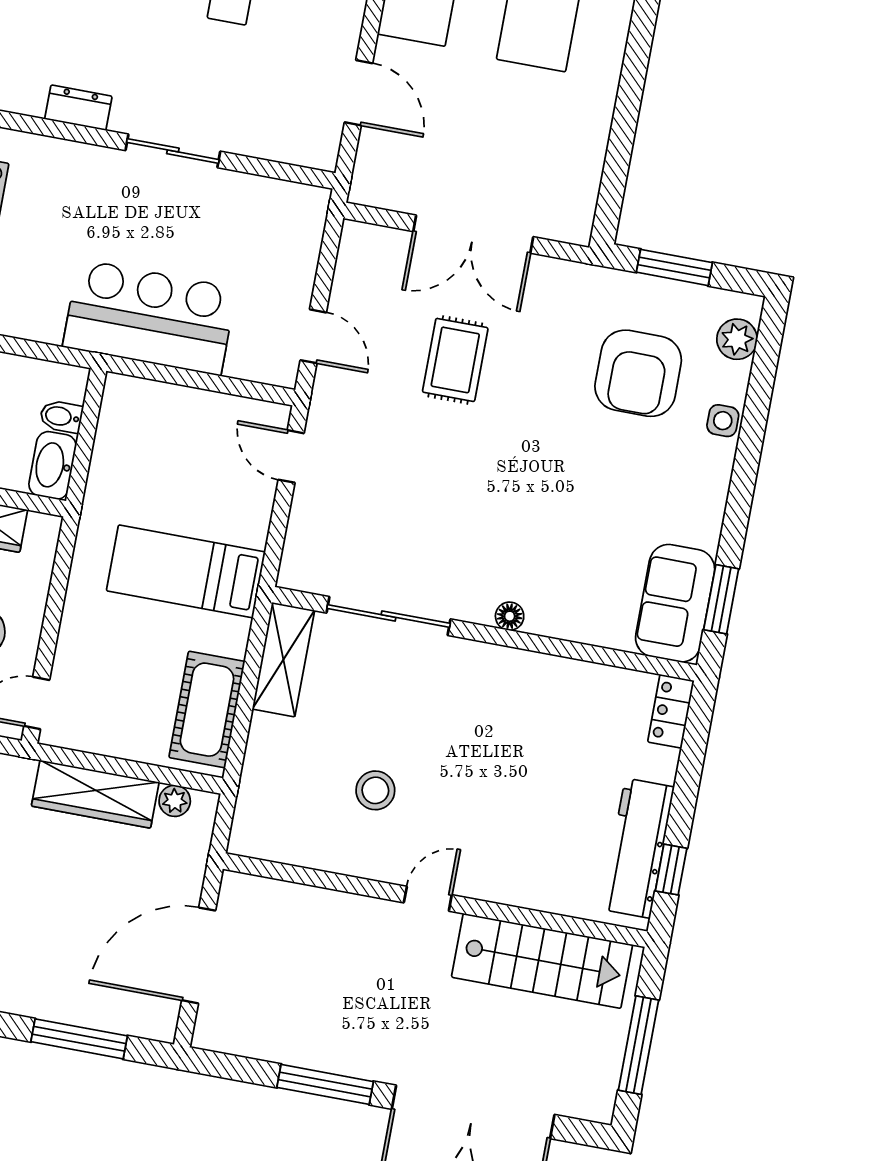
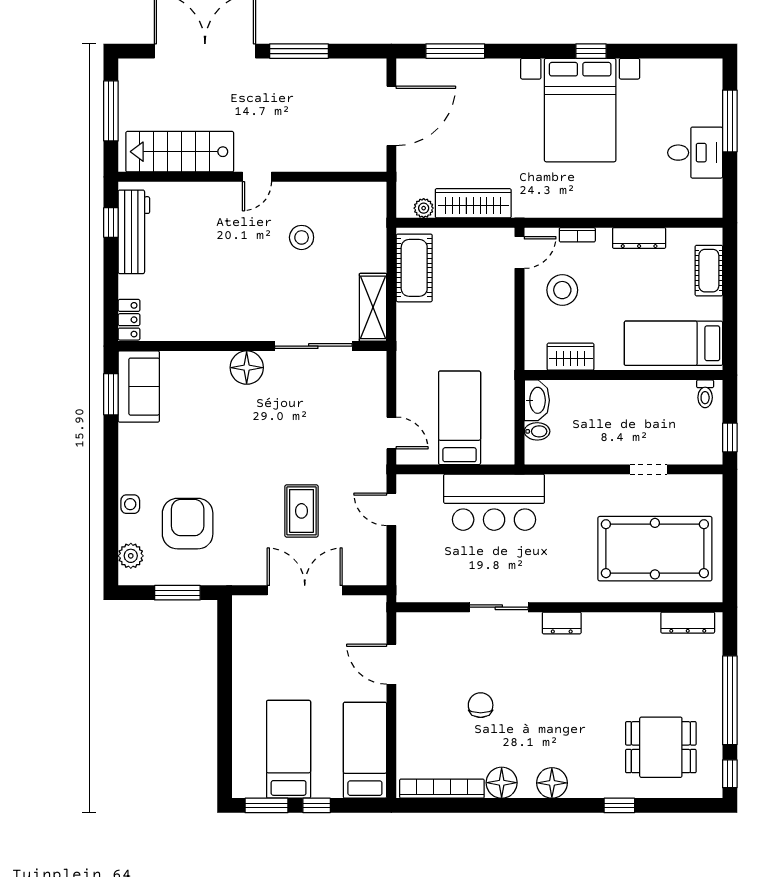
bed: (186, 571) -> (460, 418), moved, turned -90
floor lamp: (510, 616) -> (247, 368), width x1.89, depth x1.89

